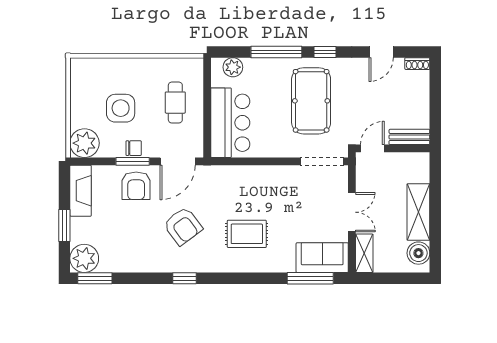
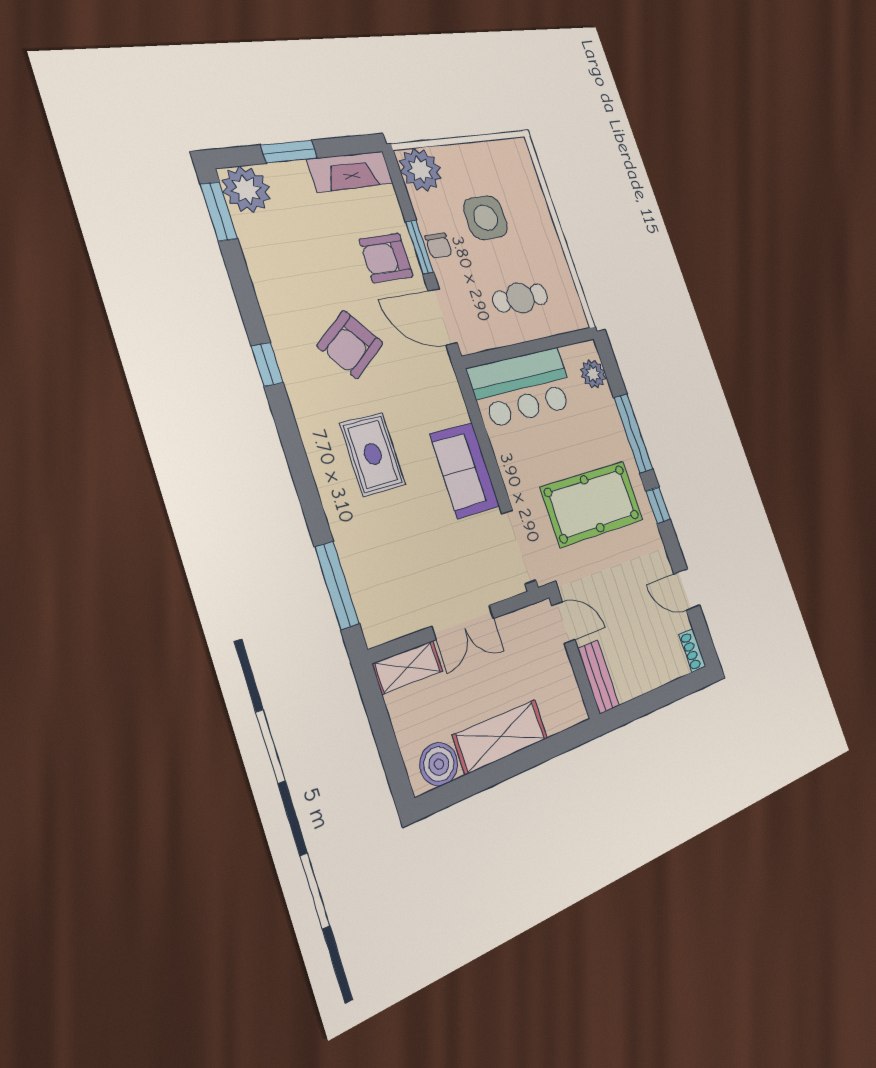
sofa: (322, 258) -> (465, 470), moved, turned 180

